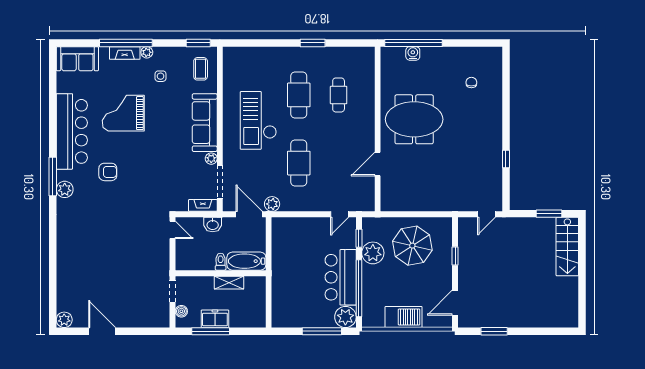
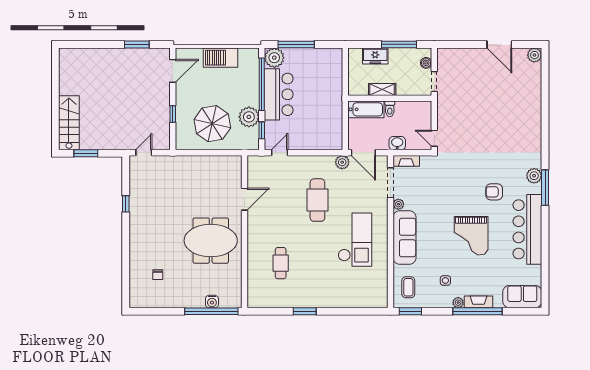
cafe table: (299, 95) -> (317, 263), removed
grand piano: (123, 113) -> (471, 236), moved, turned 90
freezer: (215, 319) -> (375, 56), moved

